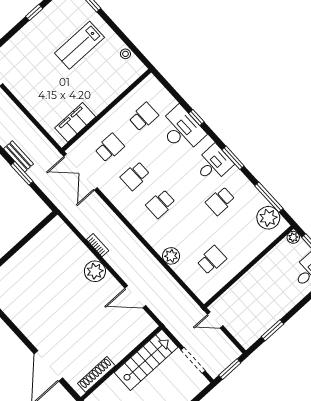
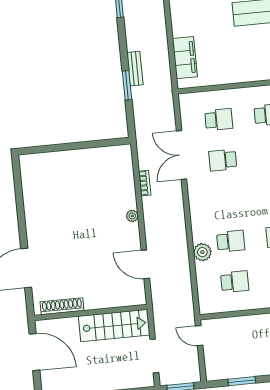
filing cabinet: (75, 122) -> (185, 58), moved, turned 90
double door: (80, 172) -> (181, 155), moved
school desk: (161, 204) -> (231, 241), moved, turned 180
bookcase: (98, 245) -> (145, 183), moved
plant: (95, 271) -> (132, 216), width x0.53, depth x0.53

